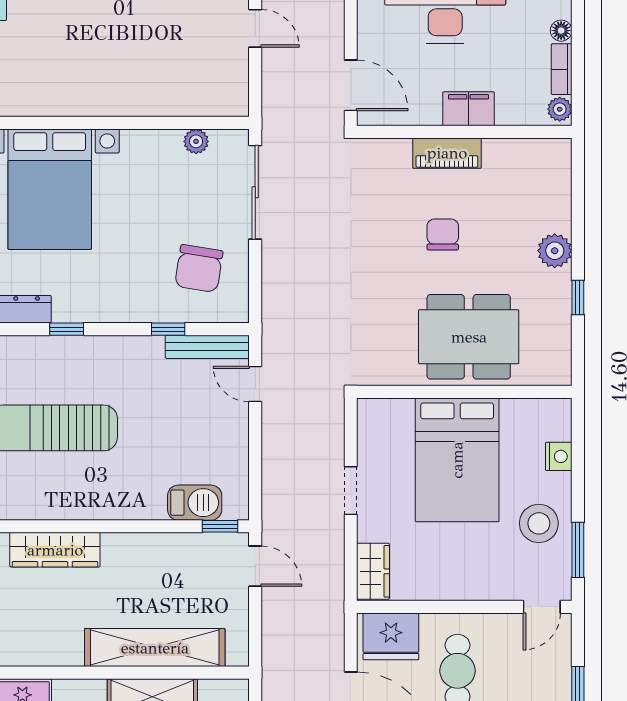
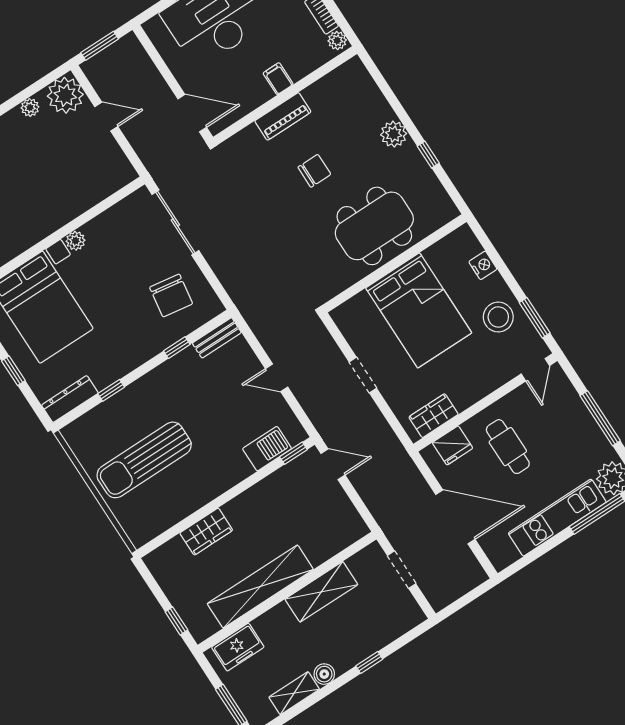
filing cabinet: (468, 109) -> (278, 79), width x0.50
plant: (196, 141) -> (75, 241), moved
chair: (443, 234) -> (314, 171), turned 90
bench: (207, 347) -> (217, 338), width x0.73
door: (255, 384) -> (277, 378), moved
wardrobe: (55, 550) -> (206, 532), width x0.67
wardrobe: (373, 571) -> (434, 416), moved, turned -90
fridge: (391, 636) -> (453, 445), width x0.73, depth x0.75
shelving: (155, 648) -> (260, 586), moved

